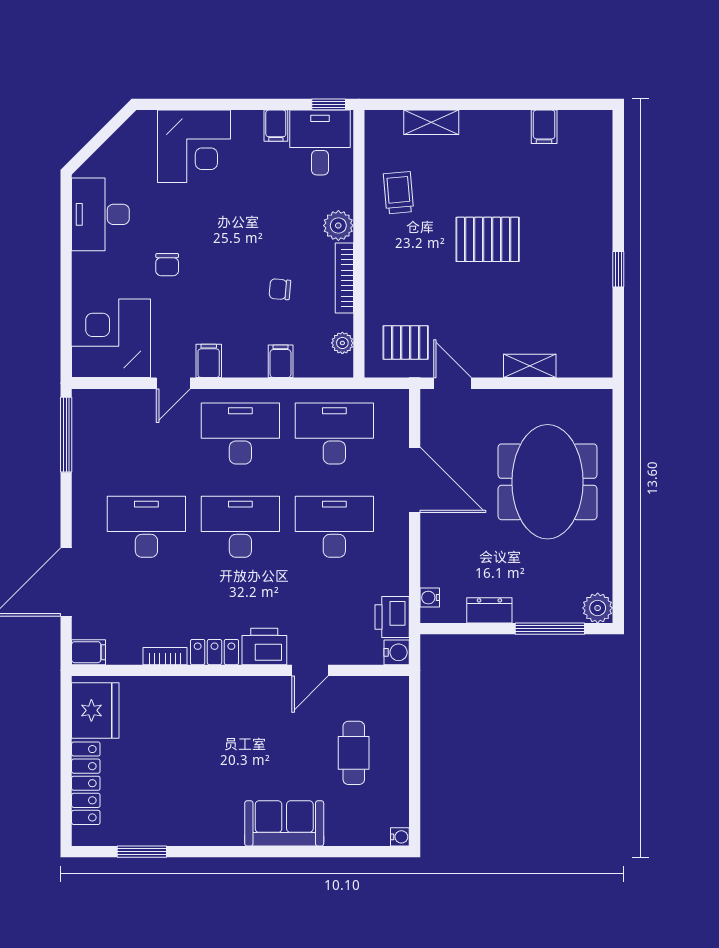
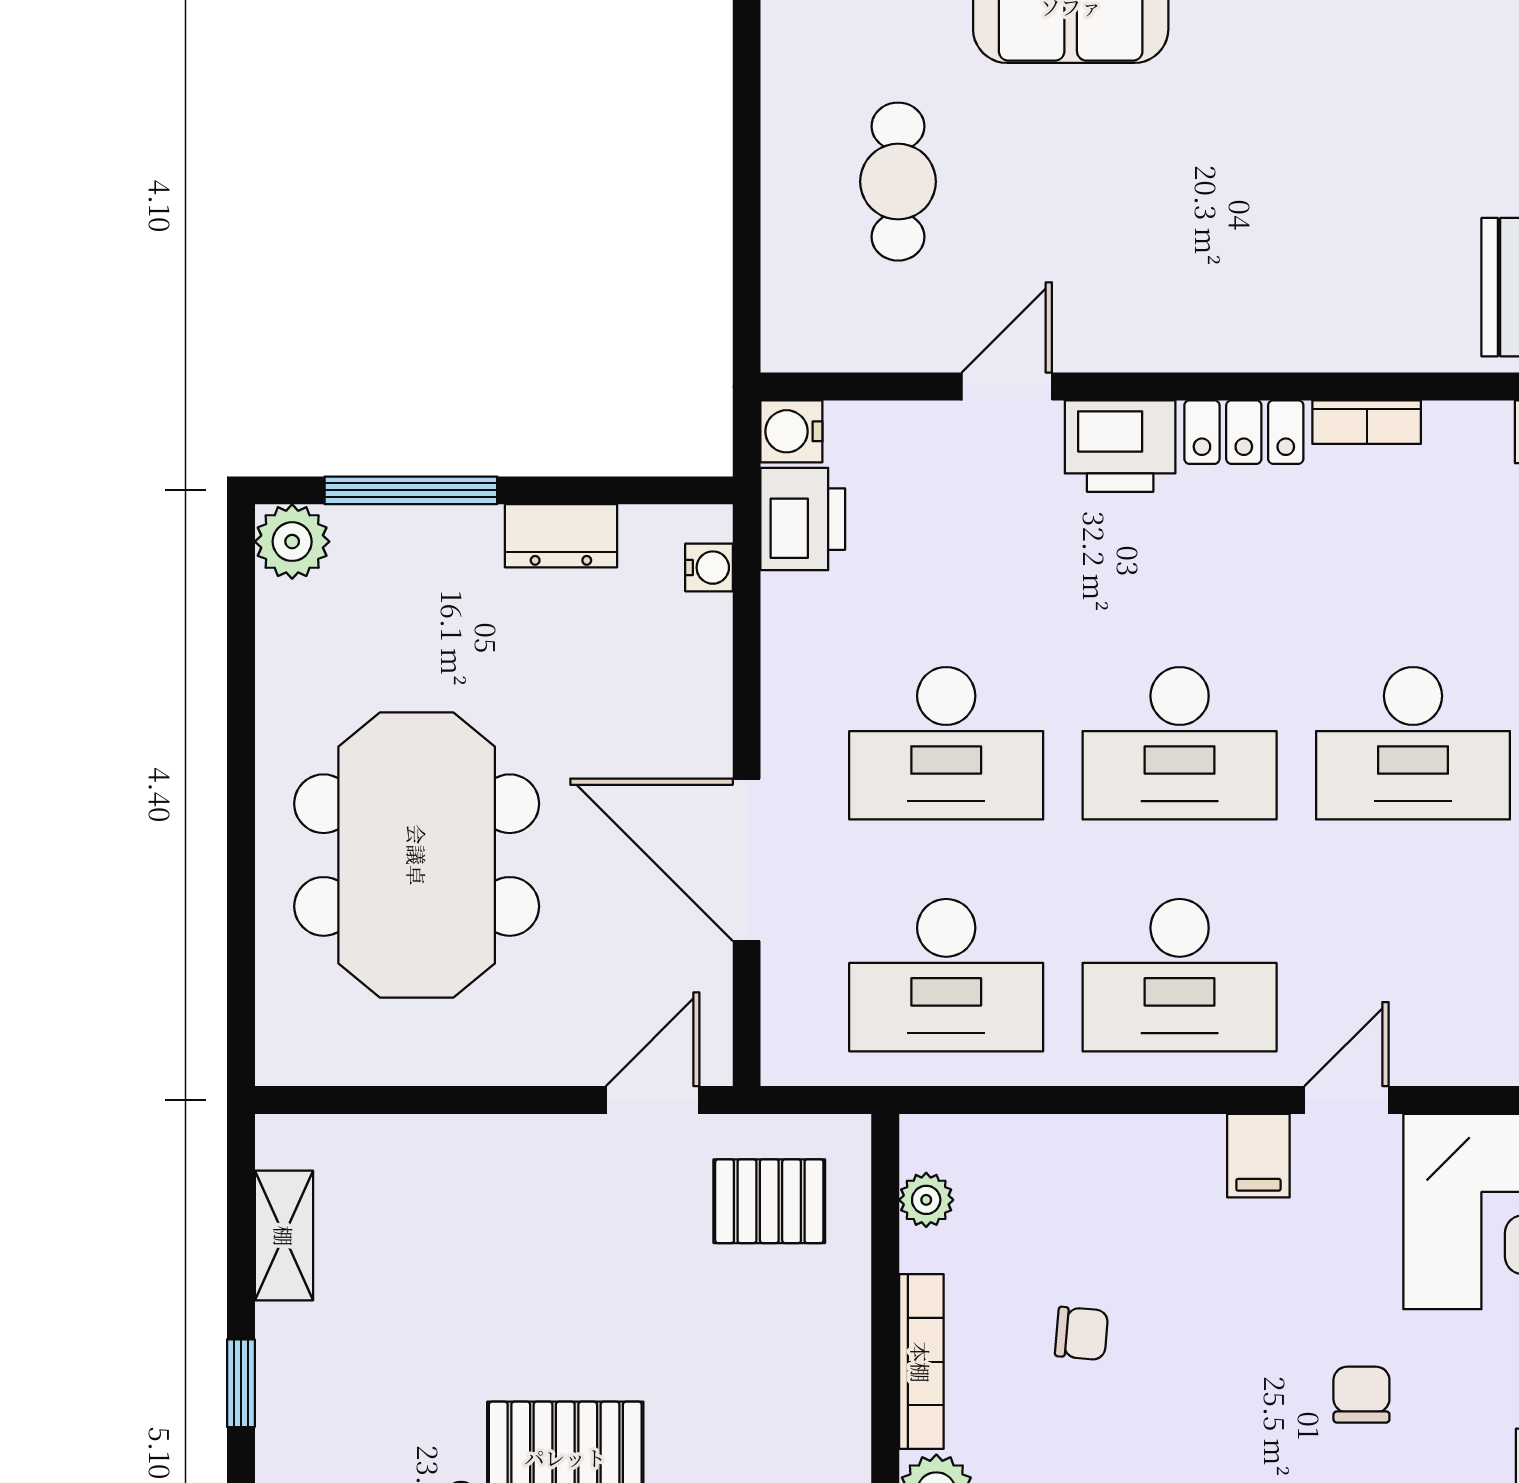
filing cabinet: (281, 361) -> (1080, 1154), removed
shelving: (530, 366) -> (284, 1236), moved, turned 90
door: (452, 383) -> (653, 1100), swing flipped

